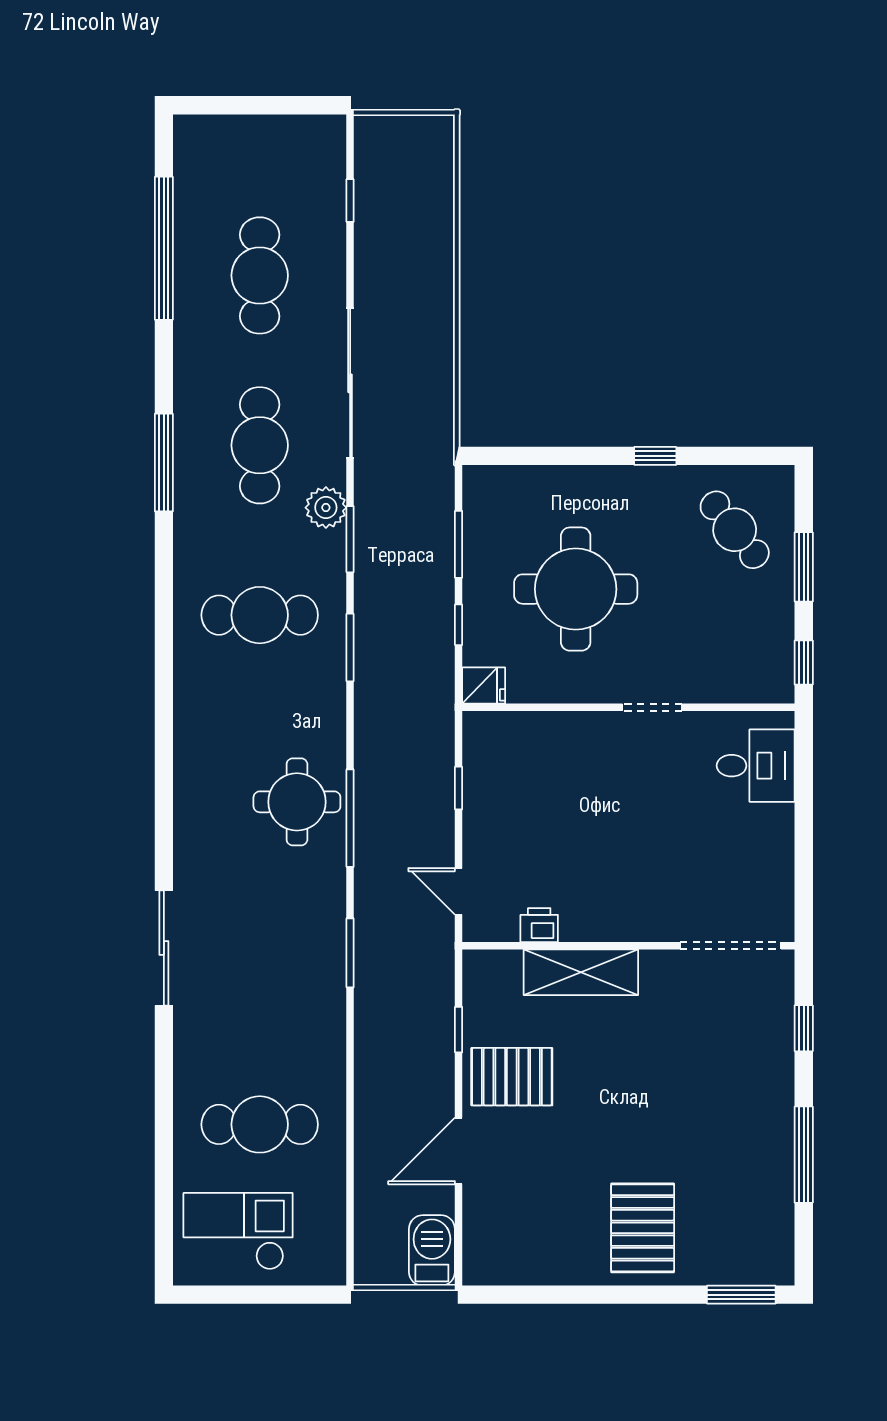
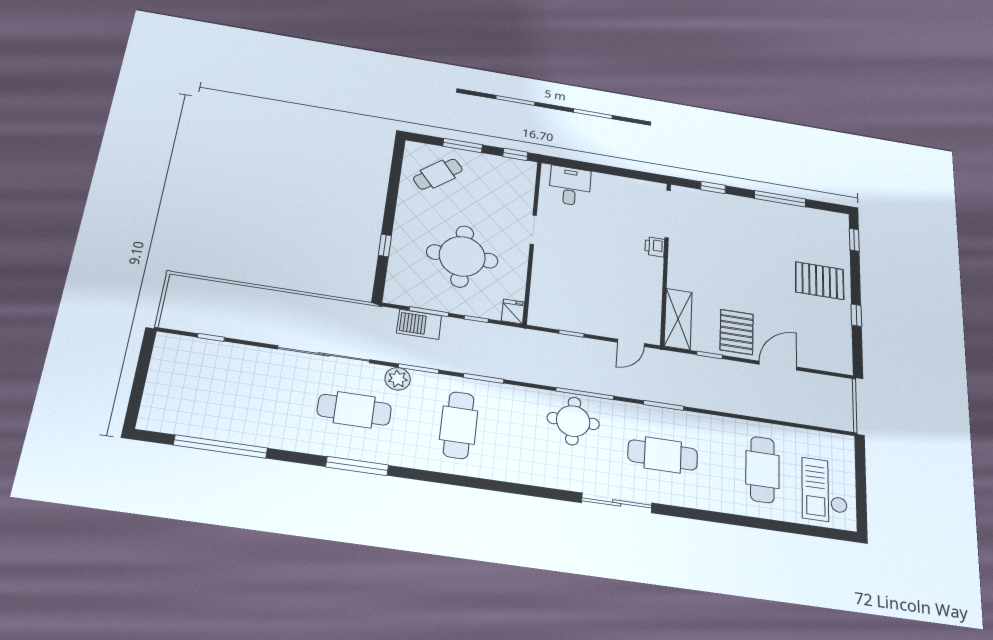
cafe table: (260, 275) -> (663, 455), moved
window: (655, 456) -> (385, 245), moved
printer: (539, 925) -> (655, 247), moved
sliding door: (164, 948) -> (617, 503), moved
shelving: (581, 972) -> (678, 319), moved
door: (459, 1151) -> (778, 366), swing flipped
barbecue: (432, 1250) -> (419, 324), moved
window: (584, 1295) -> (856, 315), added
window: (741, 1295) -> (854, 240), width x0.67

